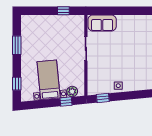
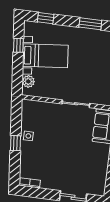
window: (103, 98) -> (15, 143), moved
window: (66, 102) -> (18, 45), moved

